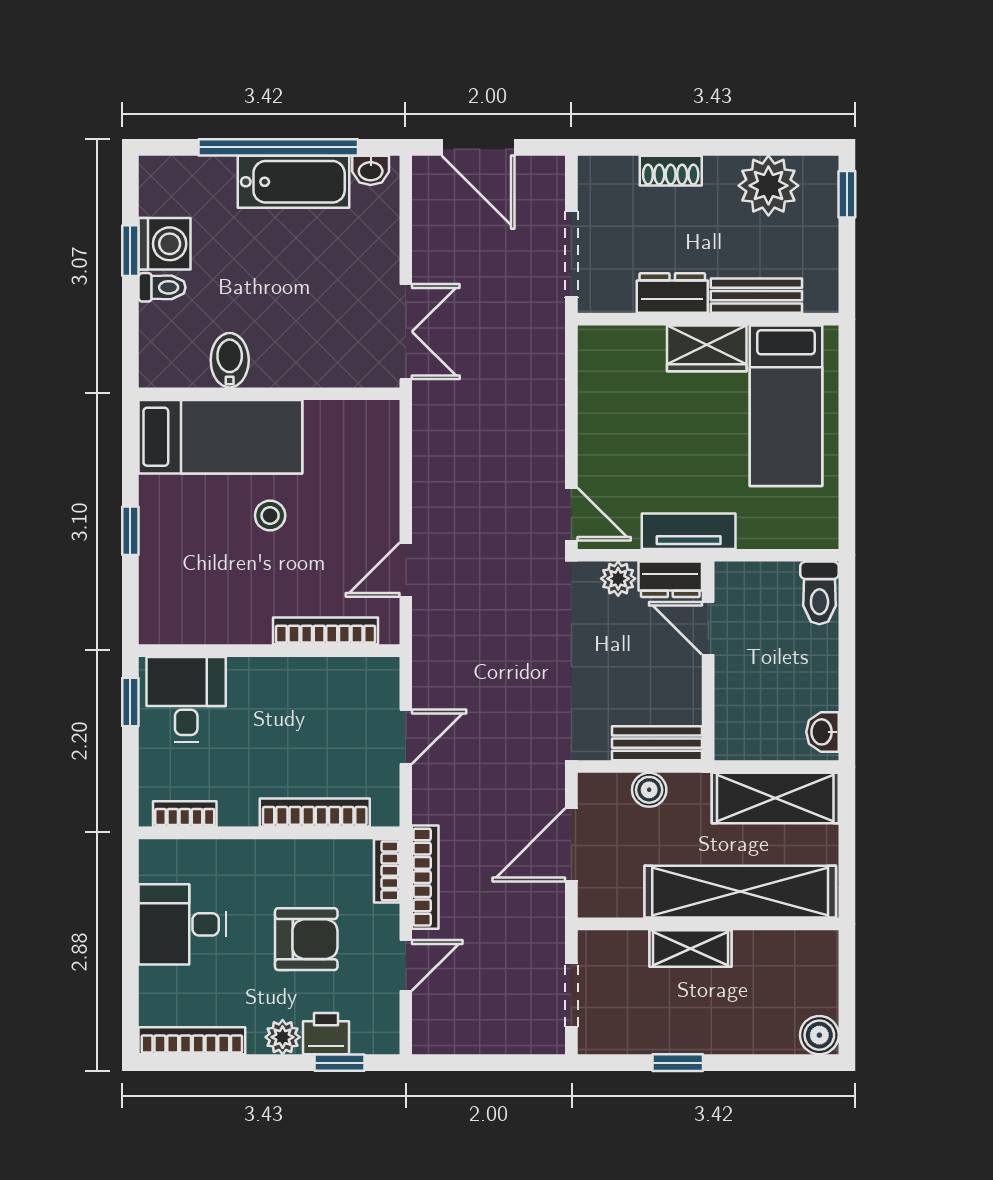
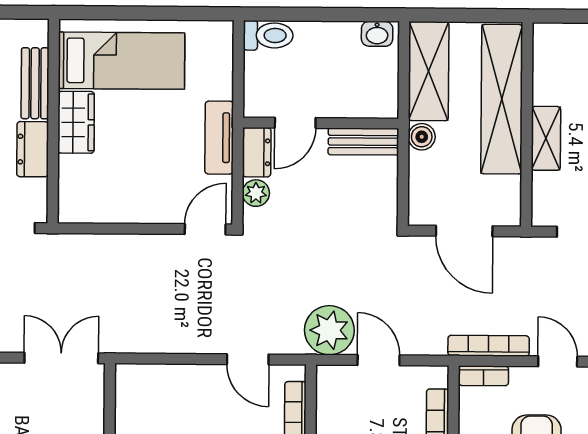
plant: (444, 674) -> (329, 330), added
bench: (657, 743) -> (363, 142), moved, turned 90
boiler: (649, 790) -> (422, 137), moved

